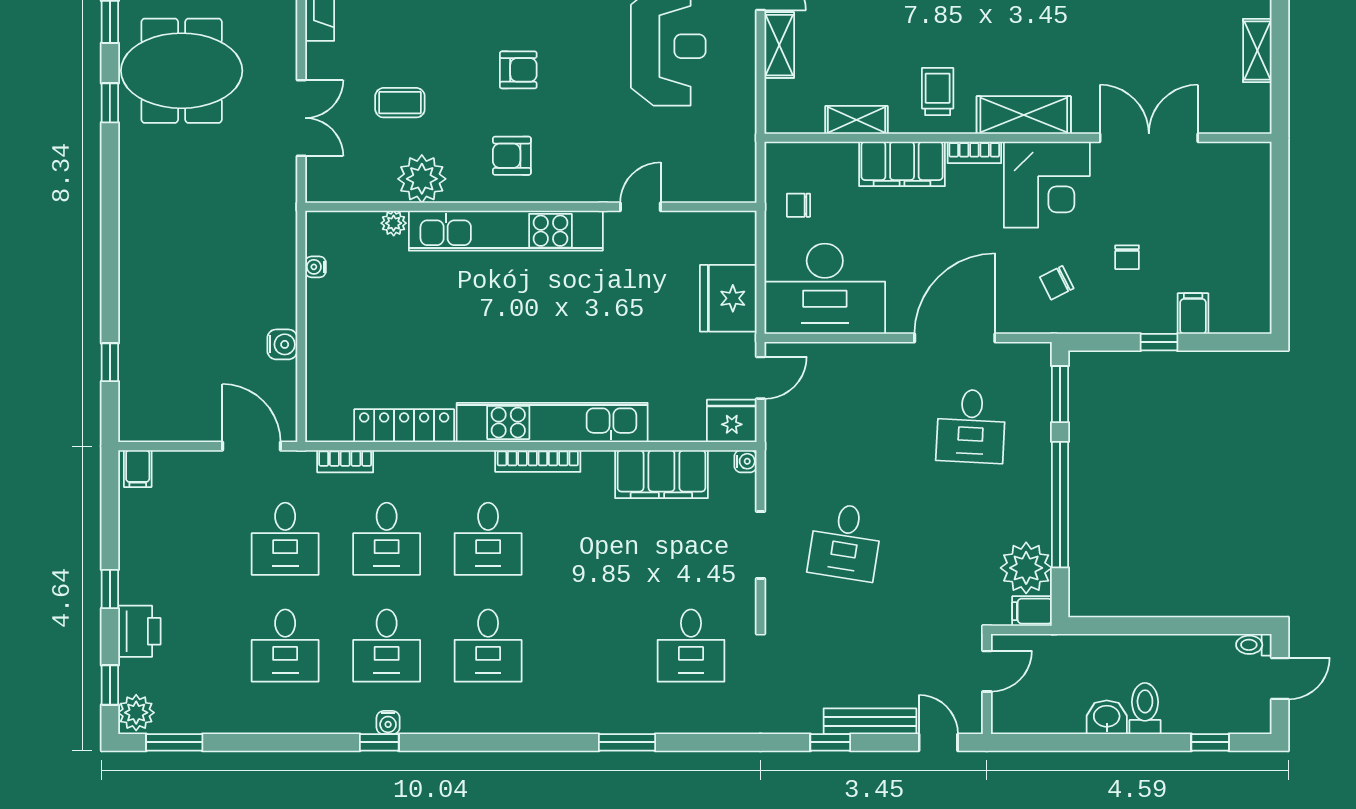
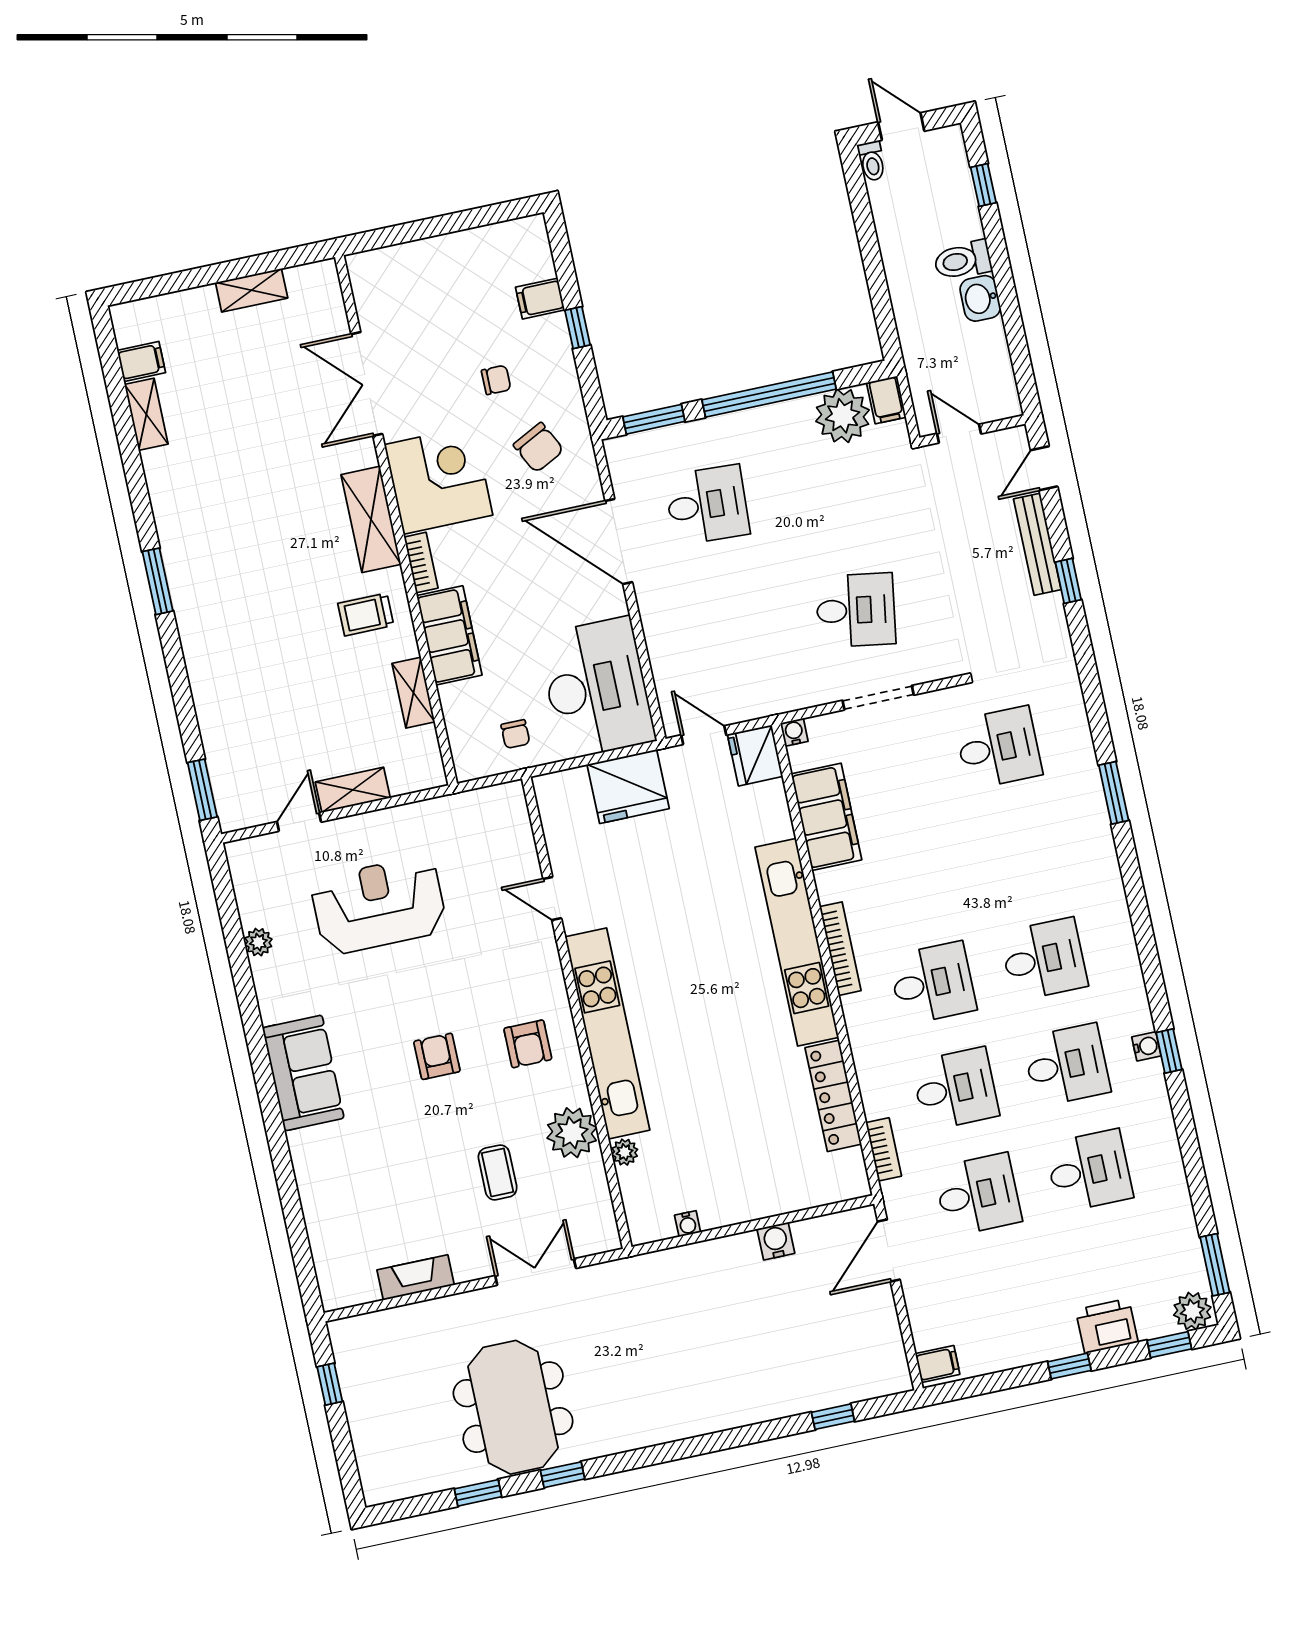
chair: (1057, 283) -> (539, 448), width x1.37, depth x1.37

